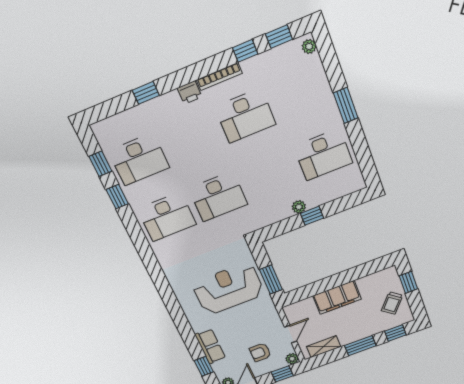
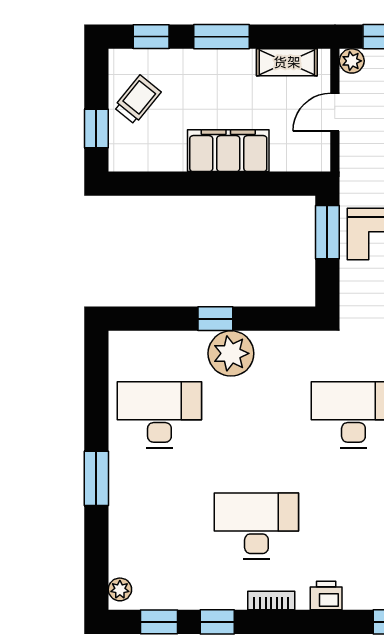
bookcase: (219, 77) -> (271, 600), width x0.64
plant: (299, 207) -> (231, 353), width x1.87, depth x1.87

